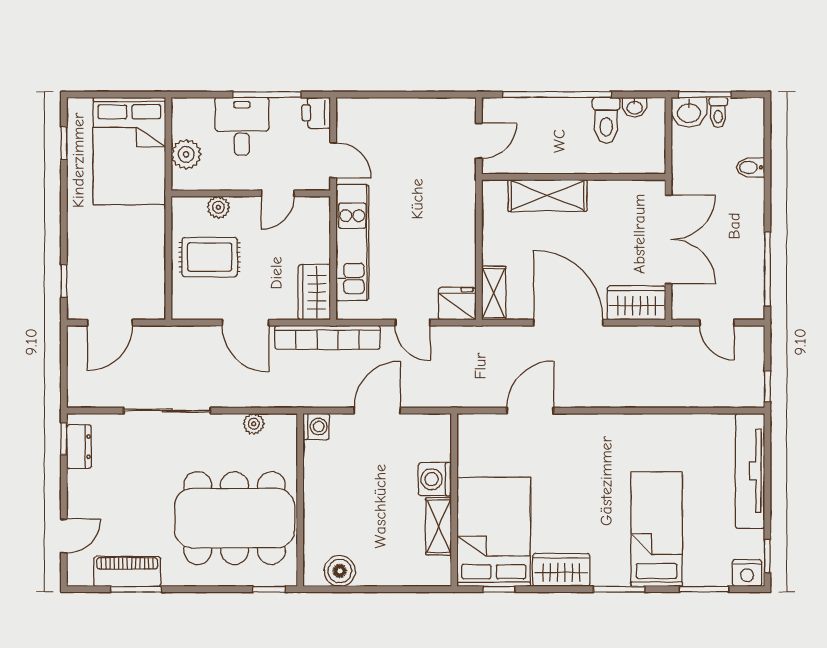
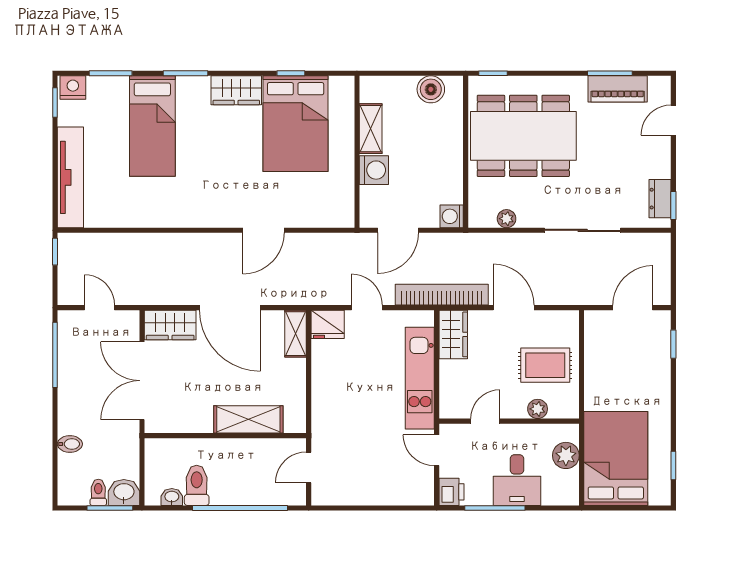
washing machine: (435, 479) -> (374, 170), moved
wall: (454, 500) -> (357, 152), moved
shelving: (439, 526) -> (371, 129), moved

